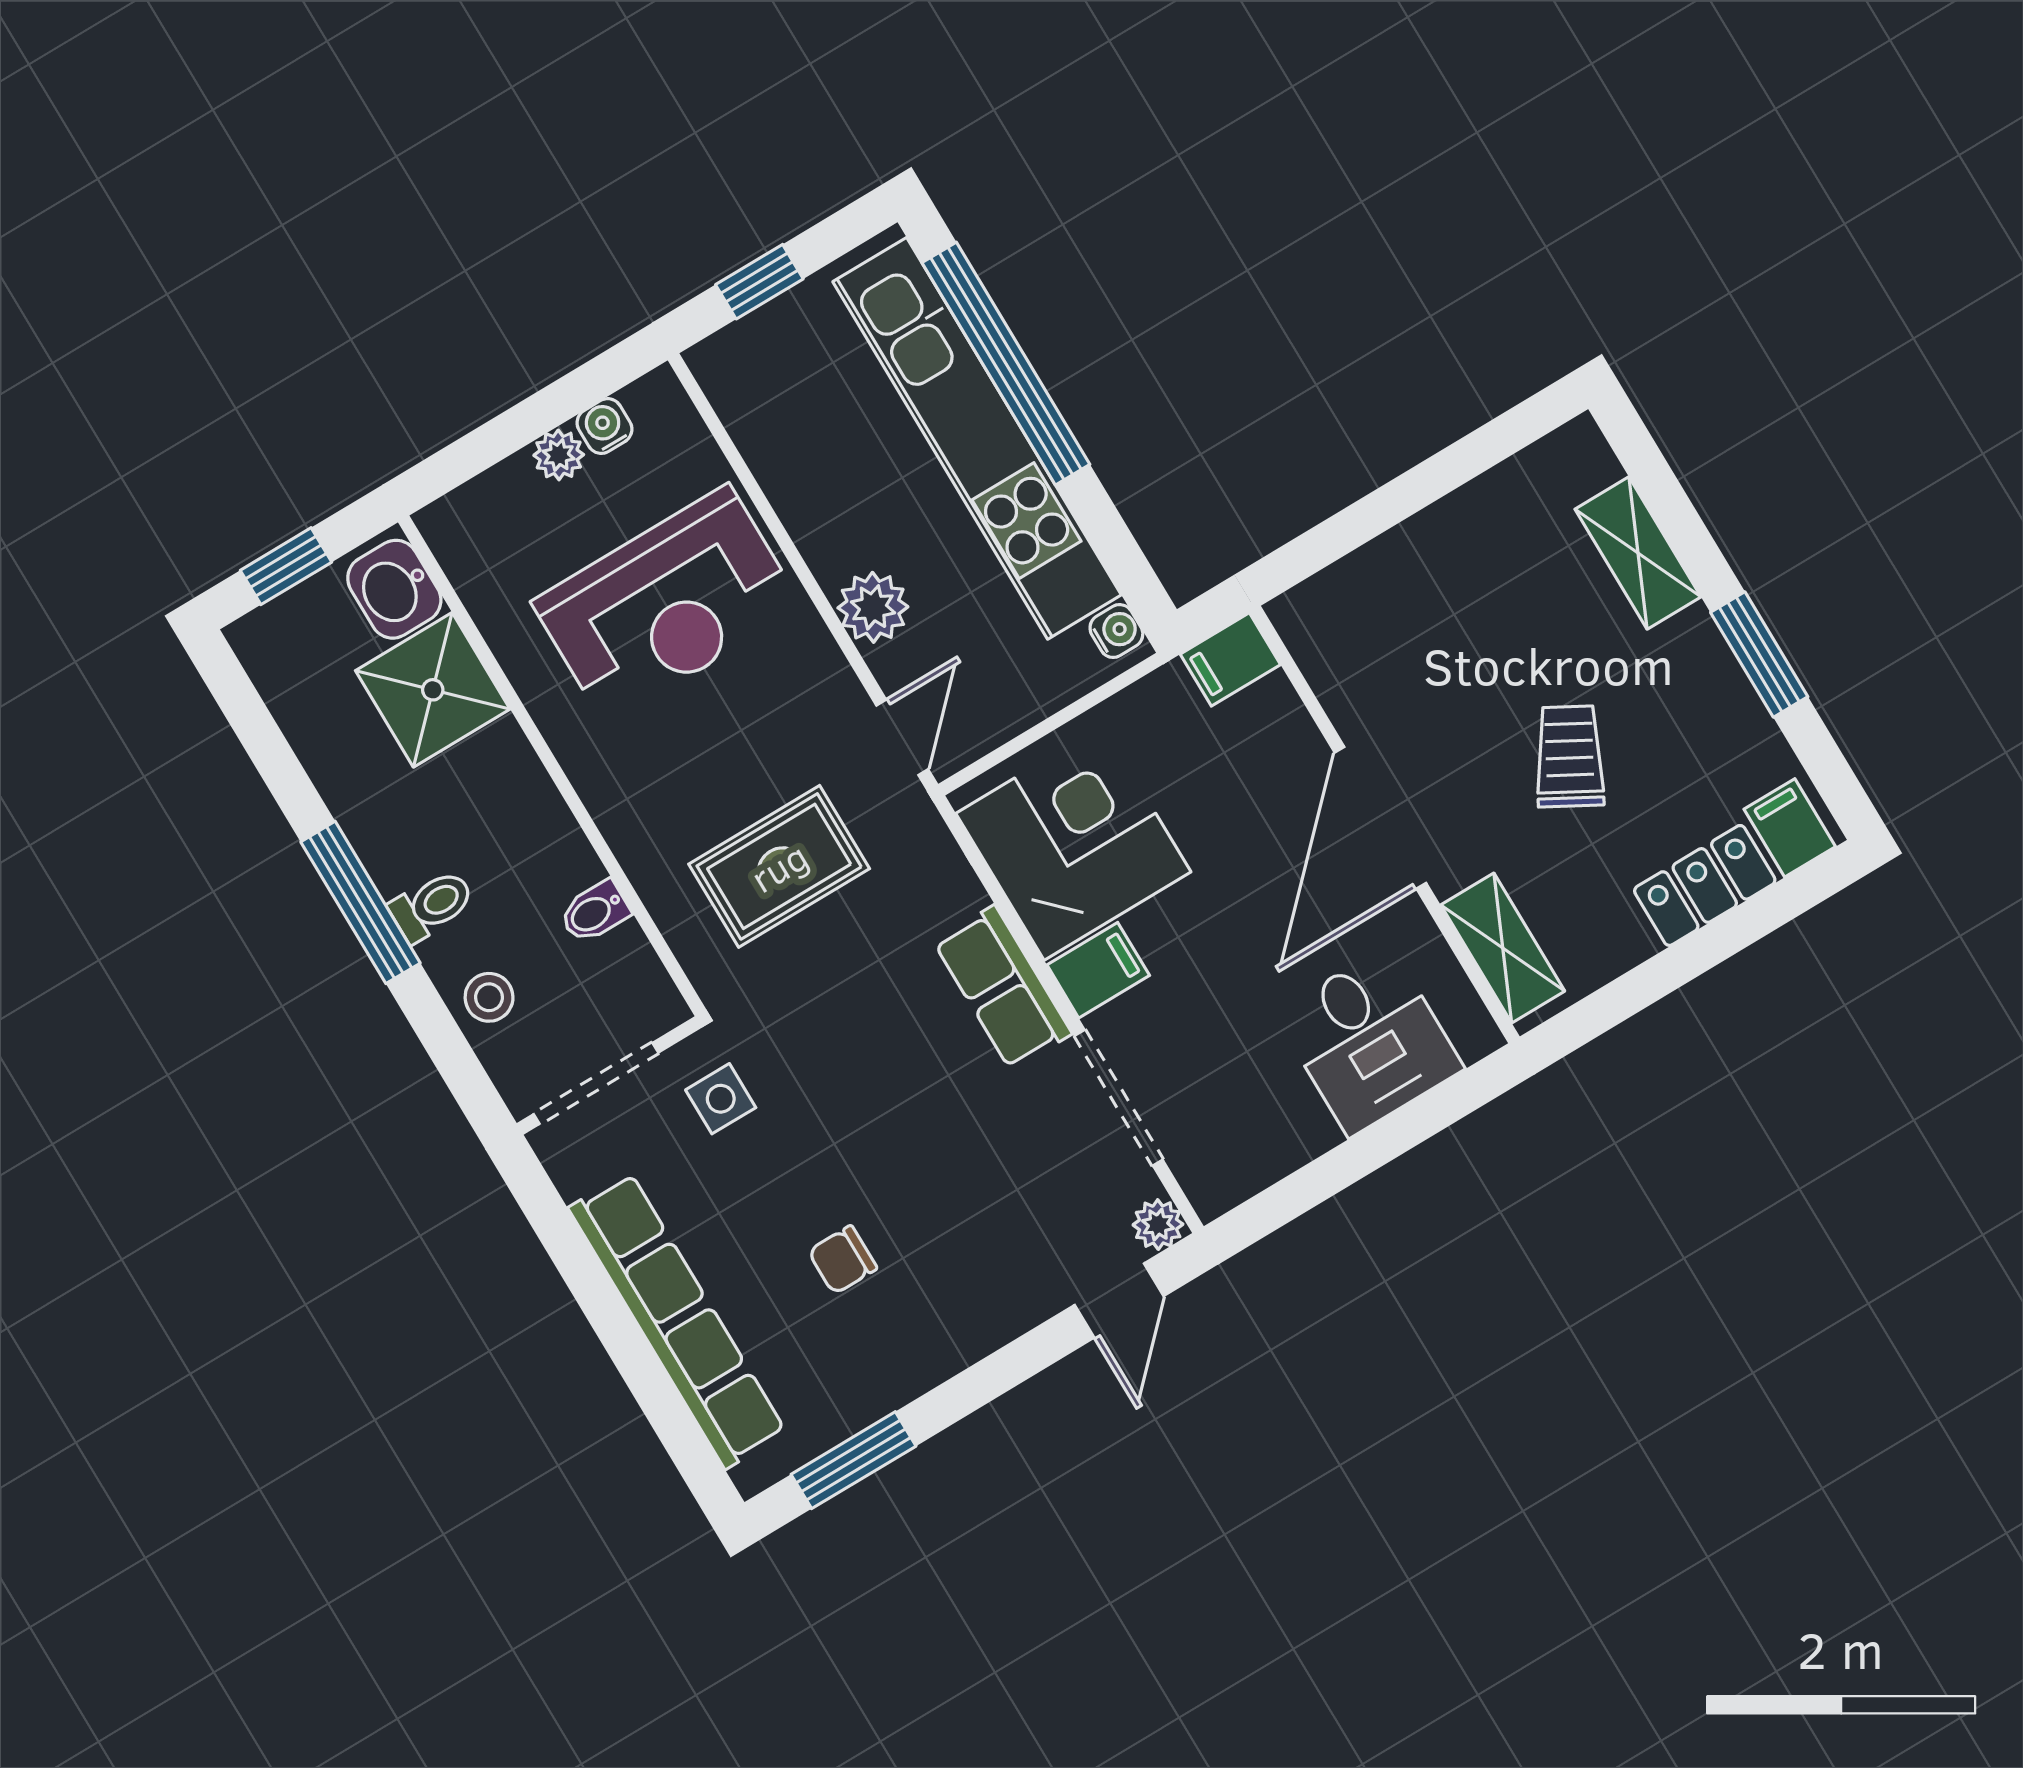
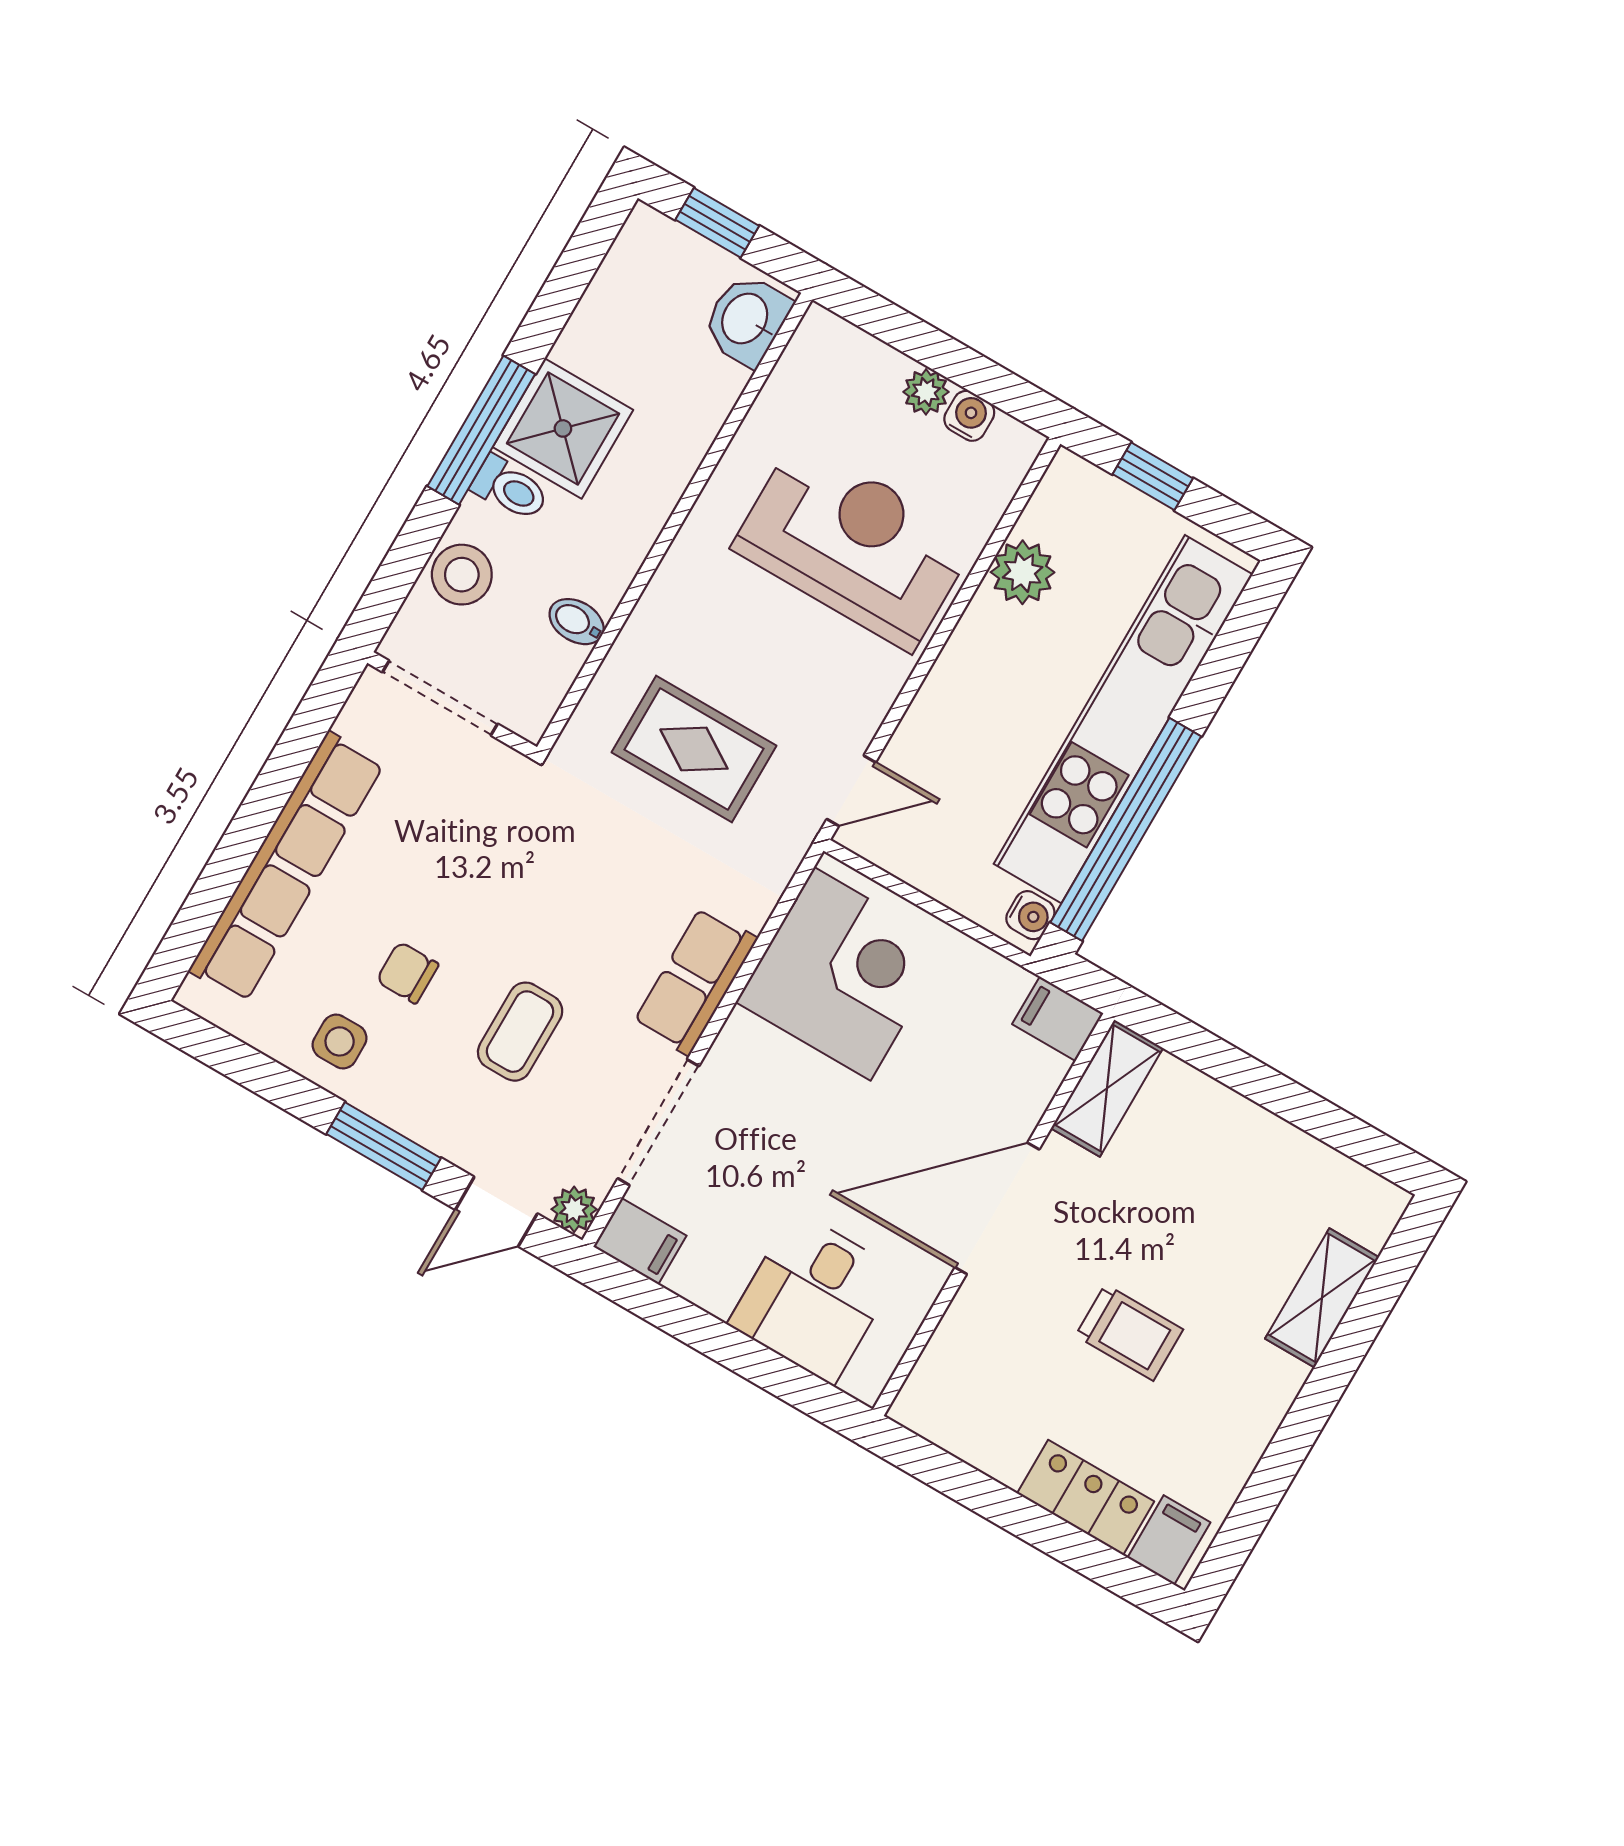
window: (1006, 364) -> (1126, 829), moved
reception desk: (667, 605) -> (854, 544), turned 180
plant: (873, 607) -> (1023, 572), moved
window: (1759, 654) -> (1294, 1439), removed
shower: (433, 690) -> (563, 428), moved
trolley: (1570, 756) -> (1129, 1333), turned 61
shelving: (1503, 948) -> (1107, 1088), moved
filing cabinet: (1098, 970) -> (640, 1241), moved
stool: (489, 997) -> (462, 575), width x1.37, depth x1.37
side table: (721, 1099) -> (340, 1041), moved
coffee table: (959, 1183) -> (520, 1032), added
window: (853, 1460) -> (384, 1146), moved

